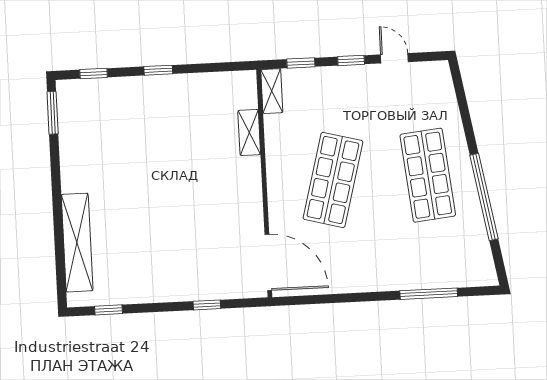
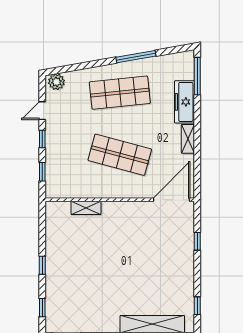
plant: (439, 78) -> (56, 82), added
shelving: (272, 91) -> (188, 139), moved, turned 90
window: (484, 197) -> (136, 57), width x0.68
freezer: (419, 275) -> (184, 102), added
window: (429, 294) -> (197, 76), moved

